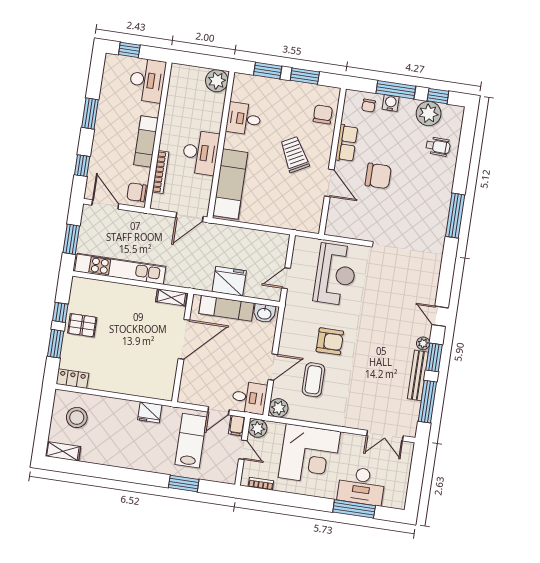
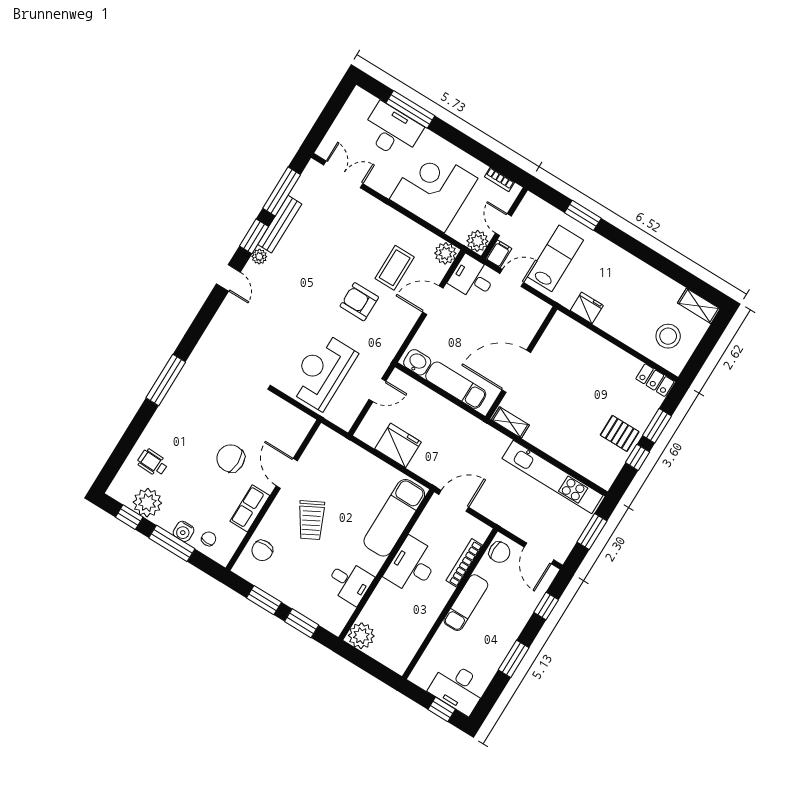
desk: (147, 80) -> (458, 688), moved, turned -90
fridge: (229, 281) -> (398, 445), moved, turned 180
lab bench: (191, 441) -> (555, 258), turned 180

